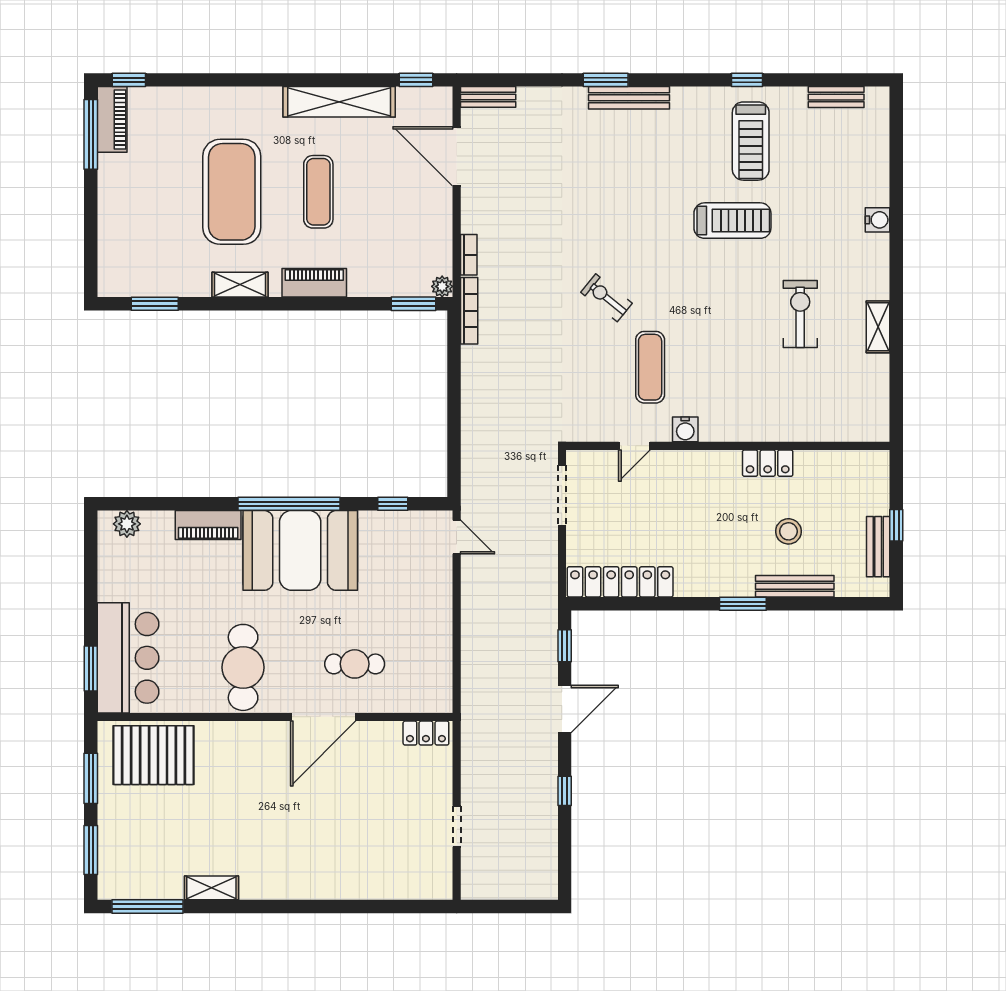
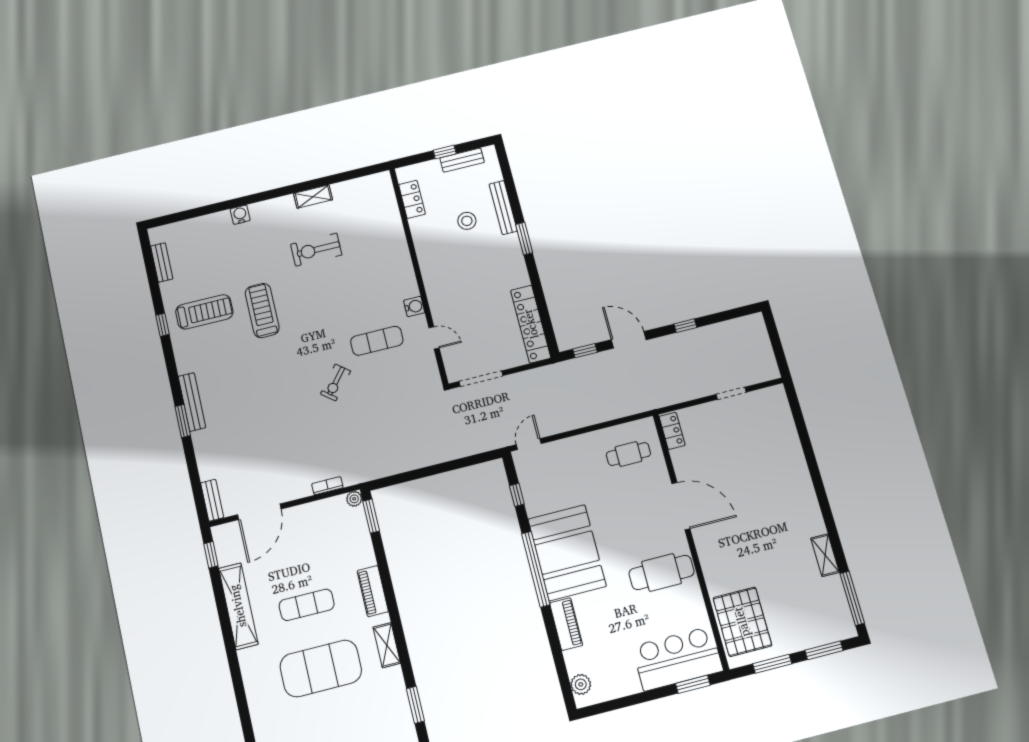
bookcase: (469, 311) -> (367, 475), removed
locker: (768, 463) -> (412, 199), moved
cafe table: (355, 664) -> (628, 454), moved, turned 90

